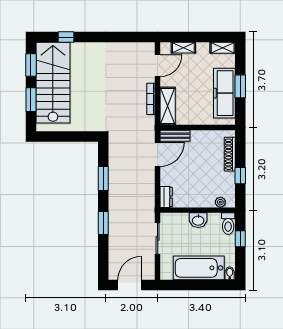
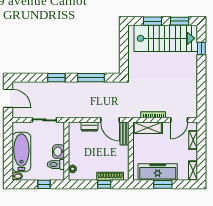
door: (158, 66) -> (179, 120), hinge flipped
window: (240, 176) -> (104, 184), moved
window: (103, 179) -> (91, 78), width x1.44
dresser: (166, 197) -> (89, 127), moved
toilet: (228, 224) -> (56, 164), moved

